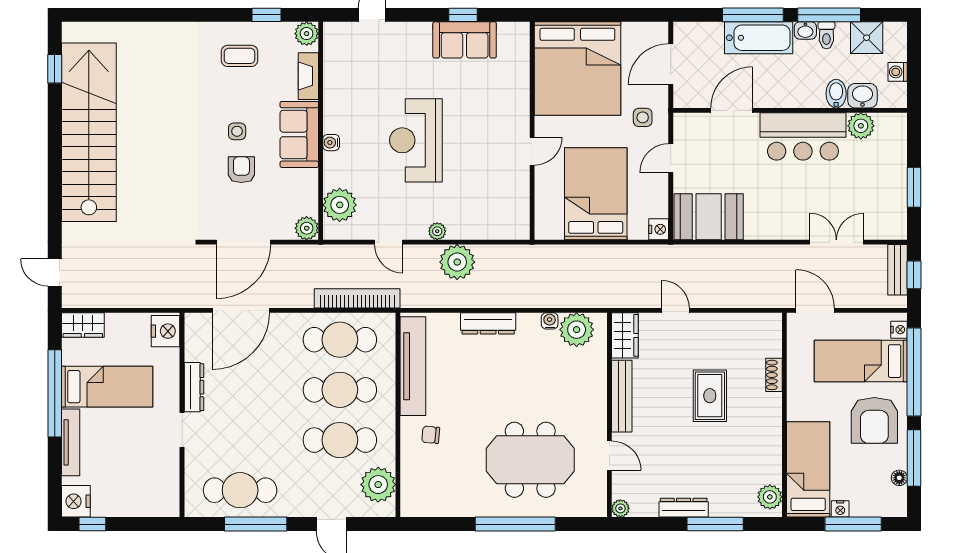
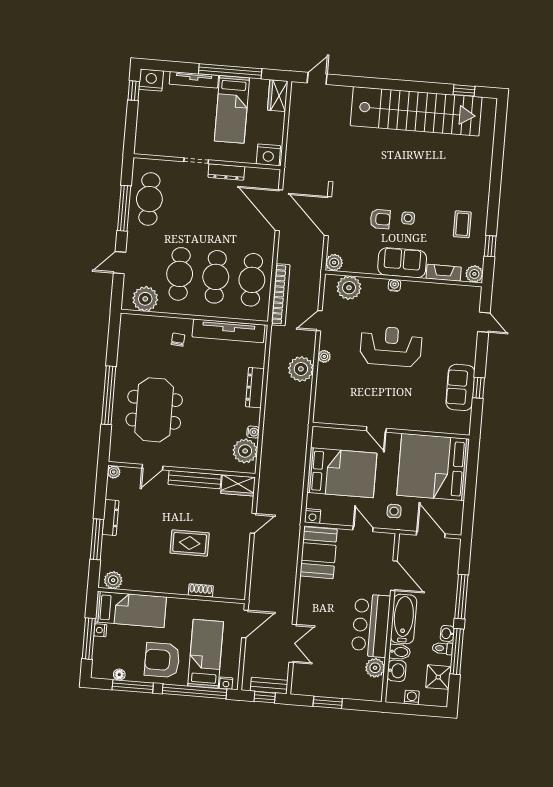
bathtub: (759, 38) -> (404, 619), moved, turned 180

